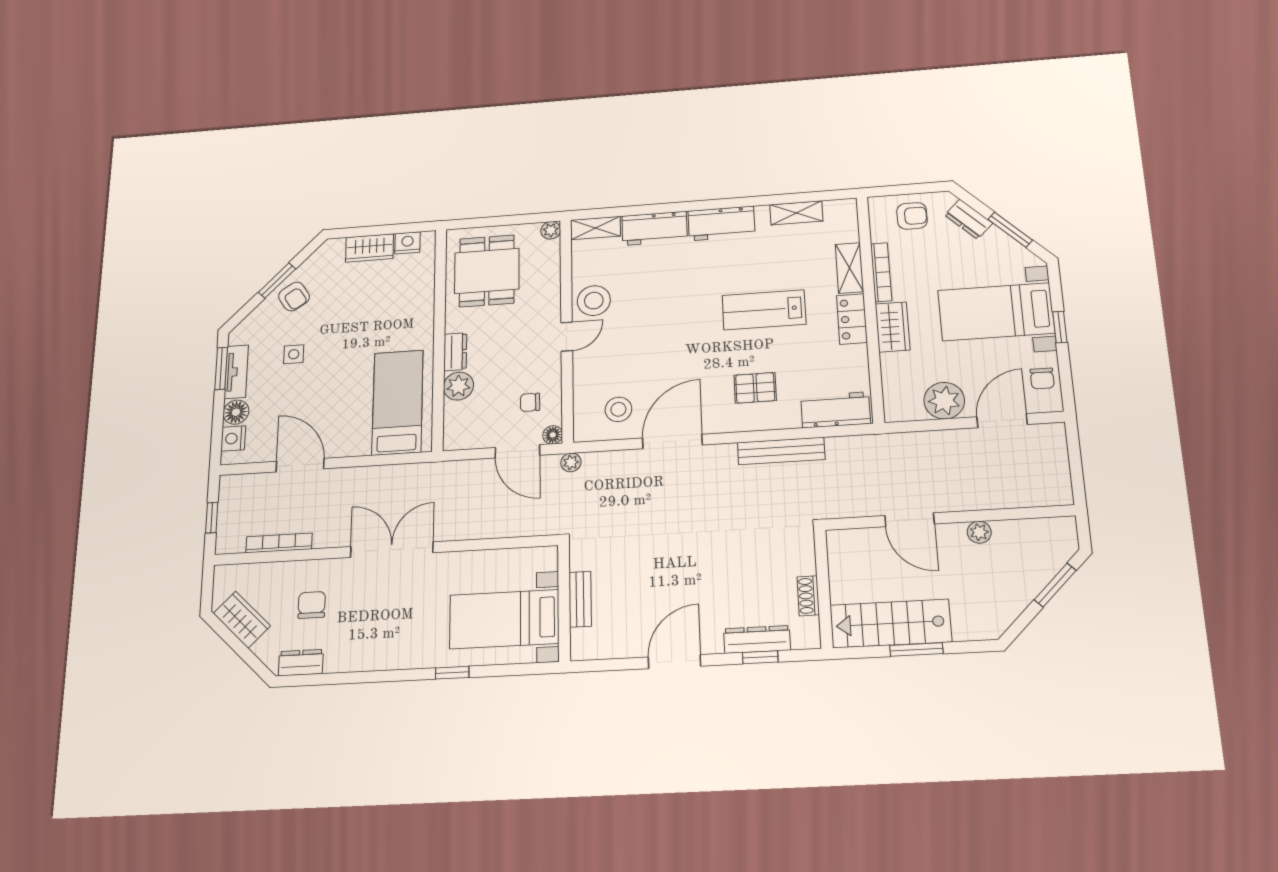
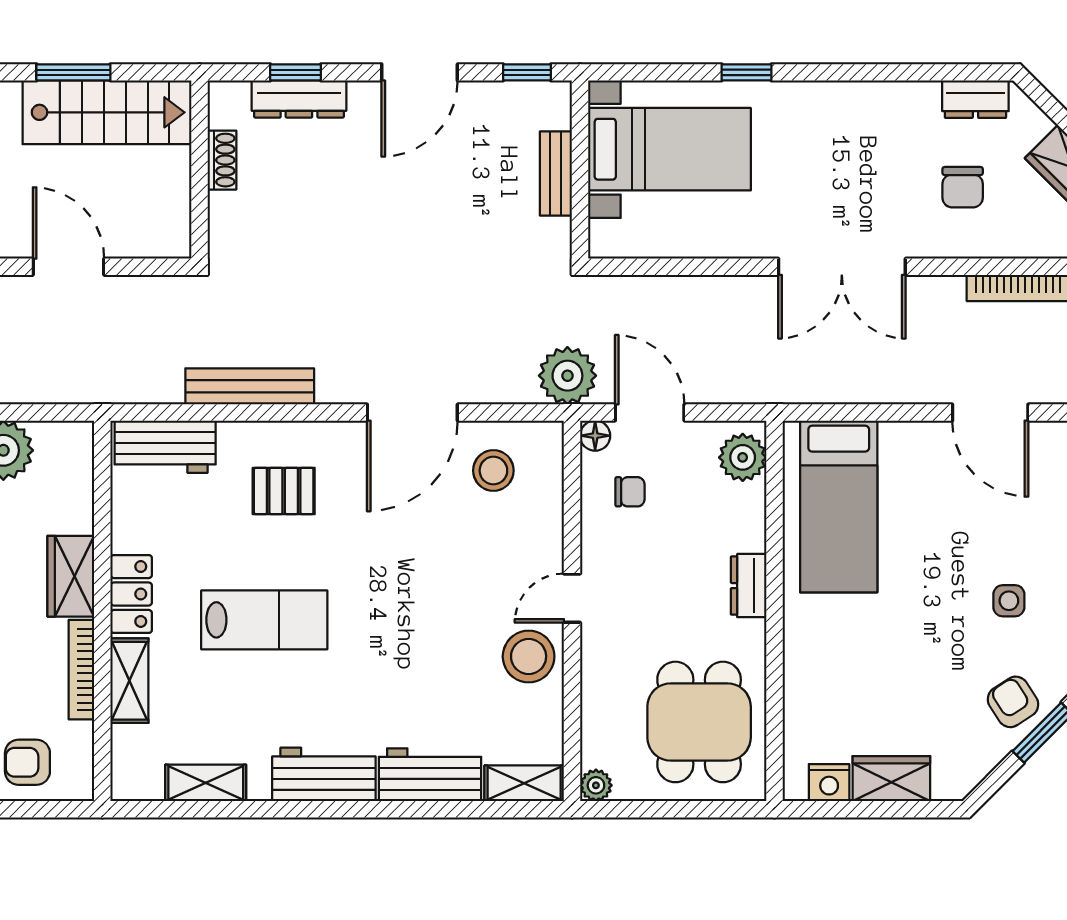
plant: (458, 386) -> (743, 457), moved
plant: (571, 462) -> (567, 376), width x1.87, depth x1.87
window: (601, 665) -> (527, 72), added

